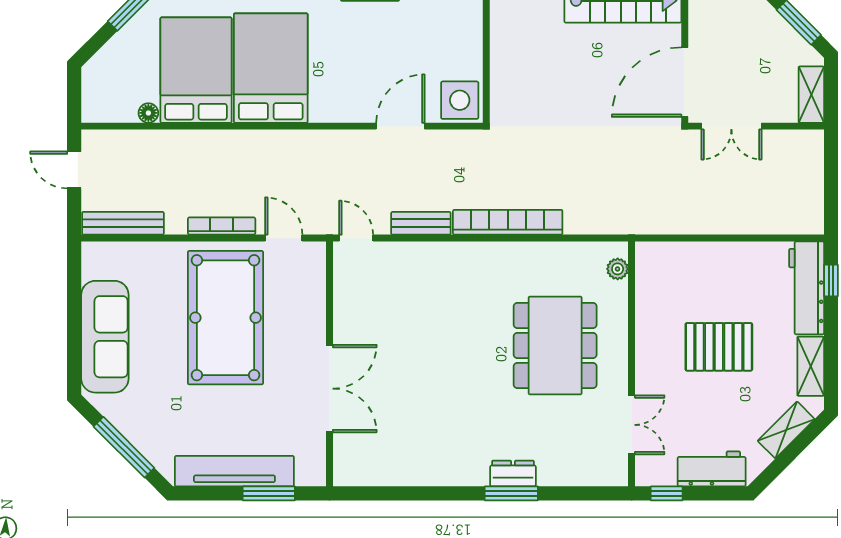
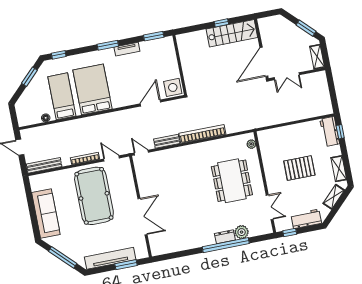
bed: (196, 70) -> (62, 96), width x0.67
workbench: (807, 288) -> (330, 131), width x0.73
plant: (554, 470) -> (242, 232), added
window: (511, 493) -> (226, 245), width x2.11

